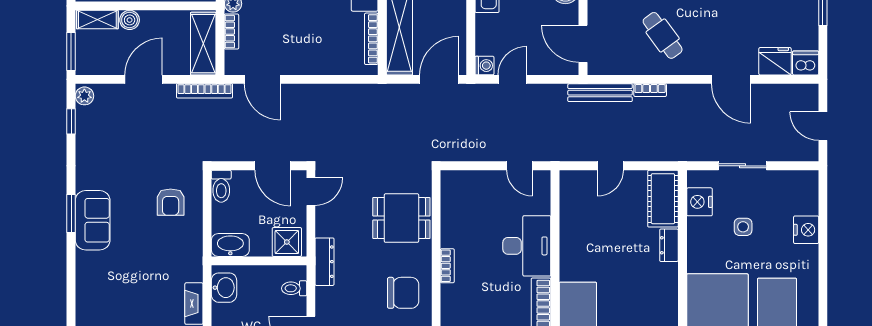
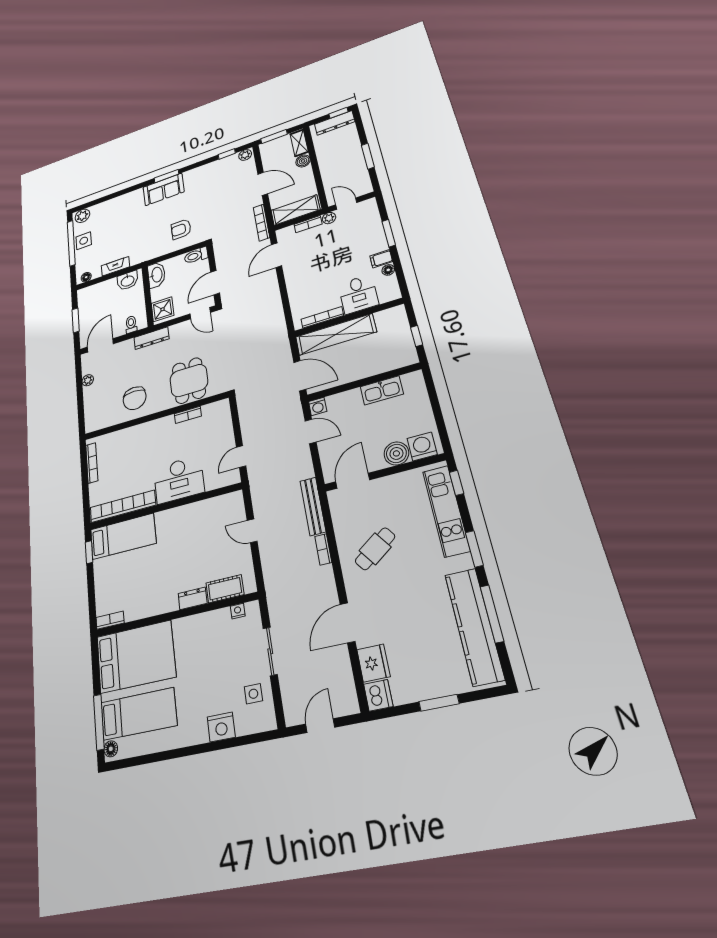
cot: (663, 199) -> (225, 589), width x0.73, depth x0.75
nightstand: (699, 202) -> (238, 611), width x0.53, depth x0.56
side table: (743, 227) -> (253, 694), moved
bookcase: (447, 266) -> (188, 415), moved

